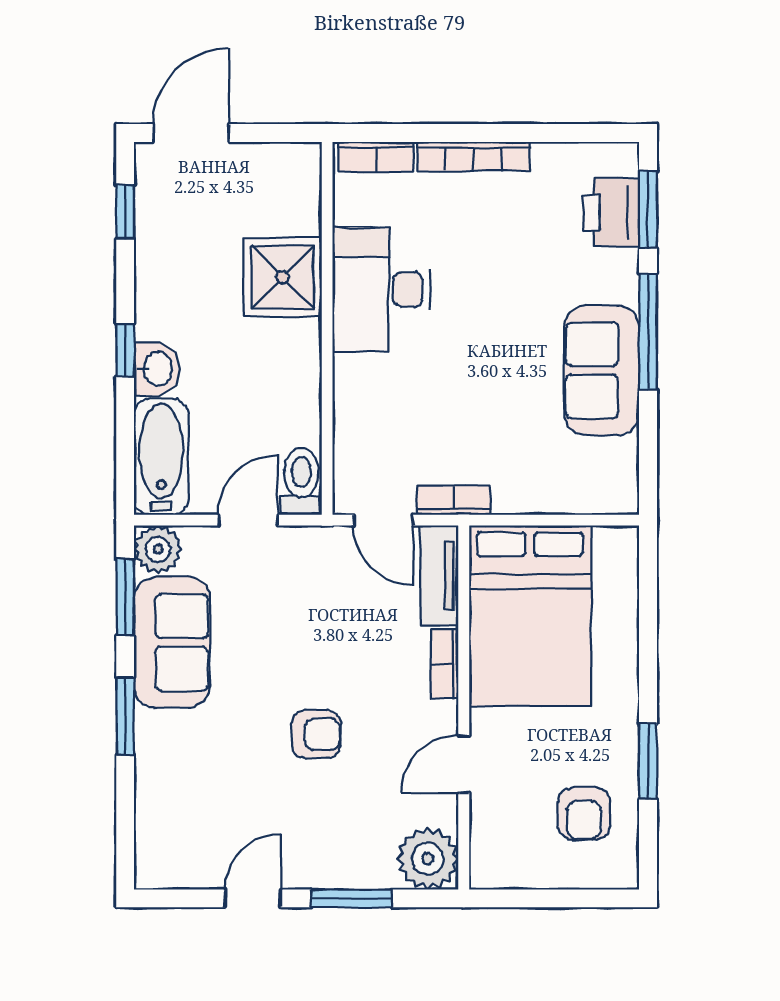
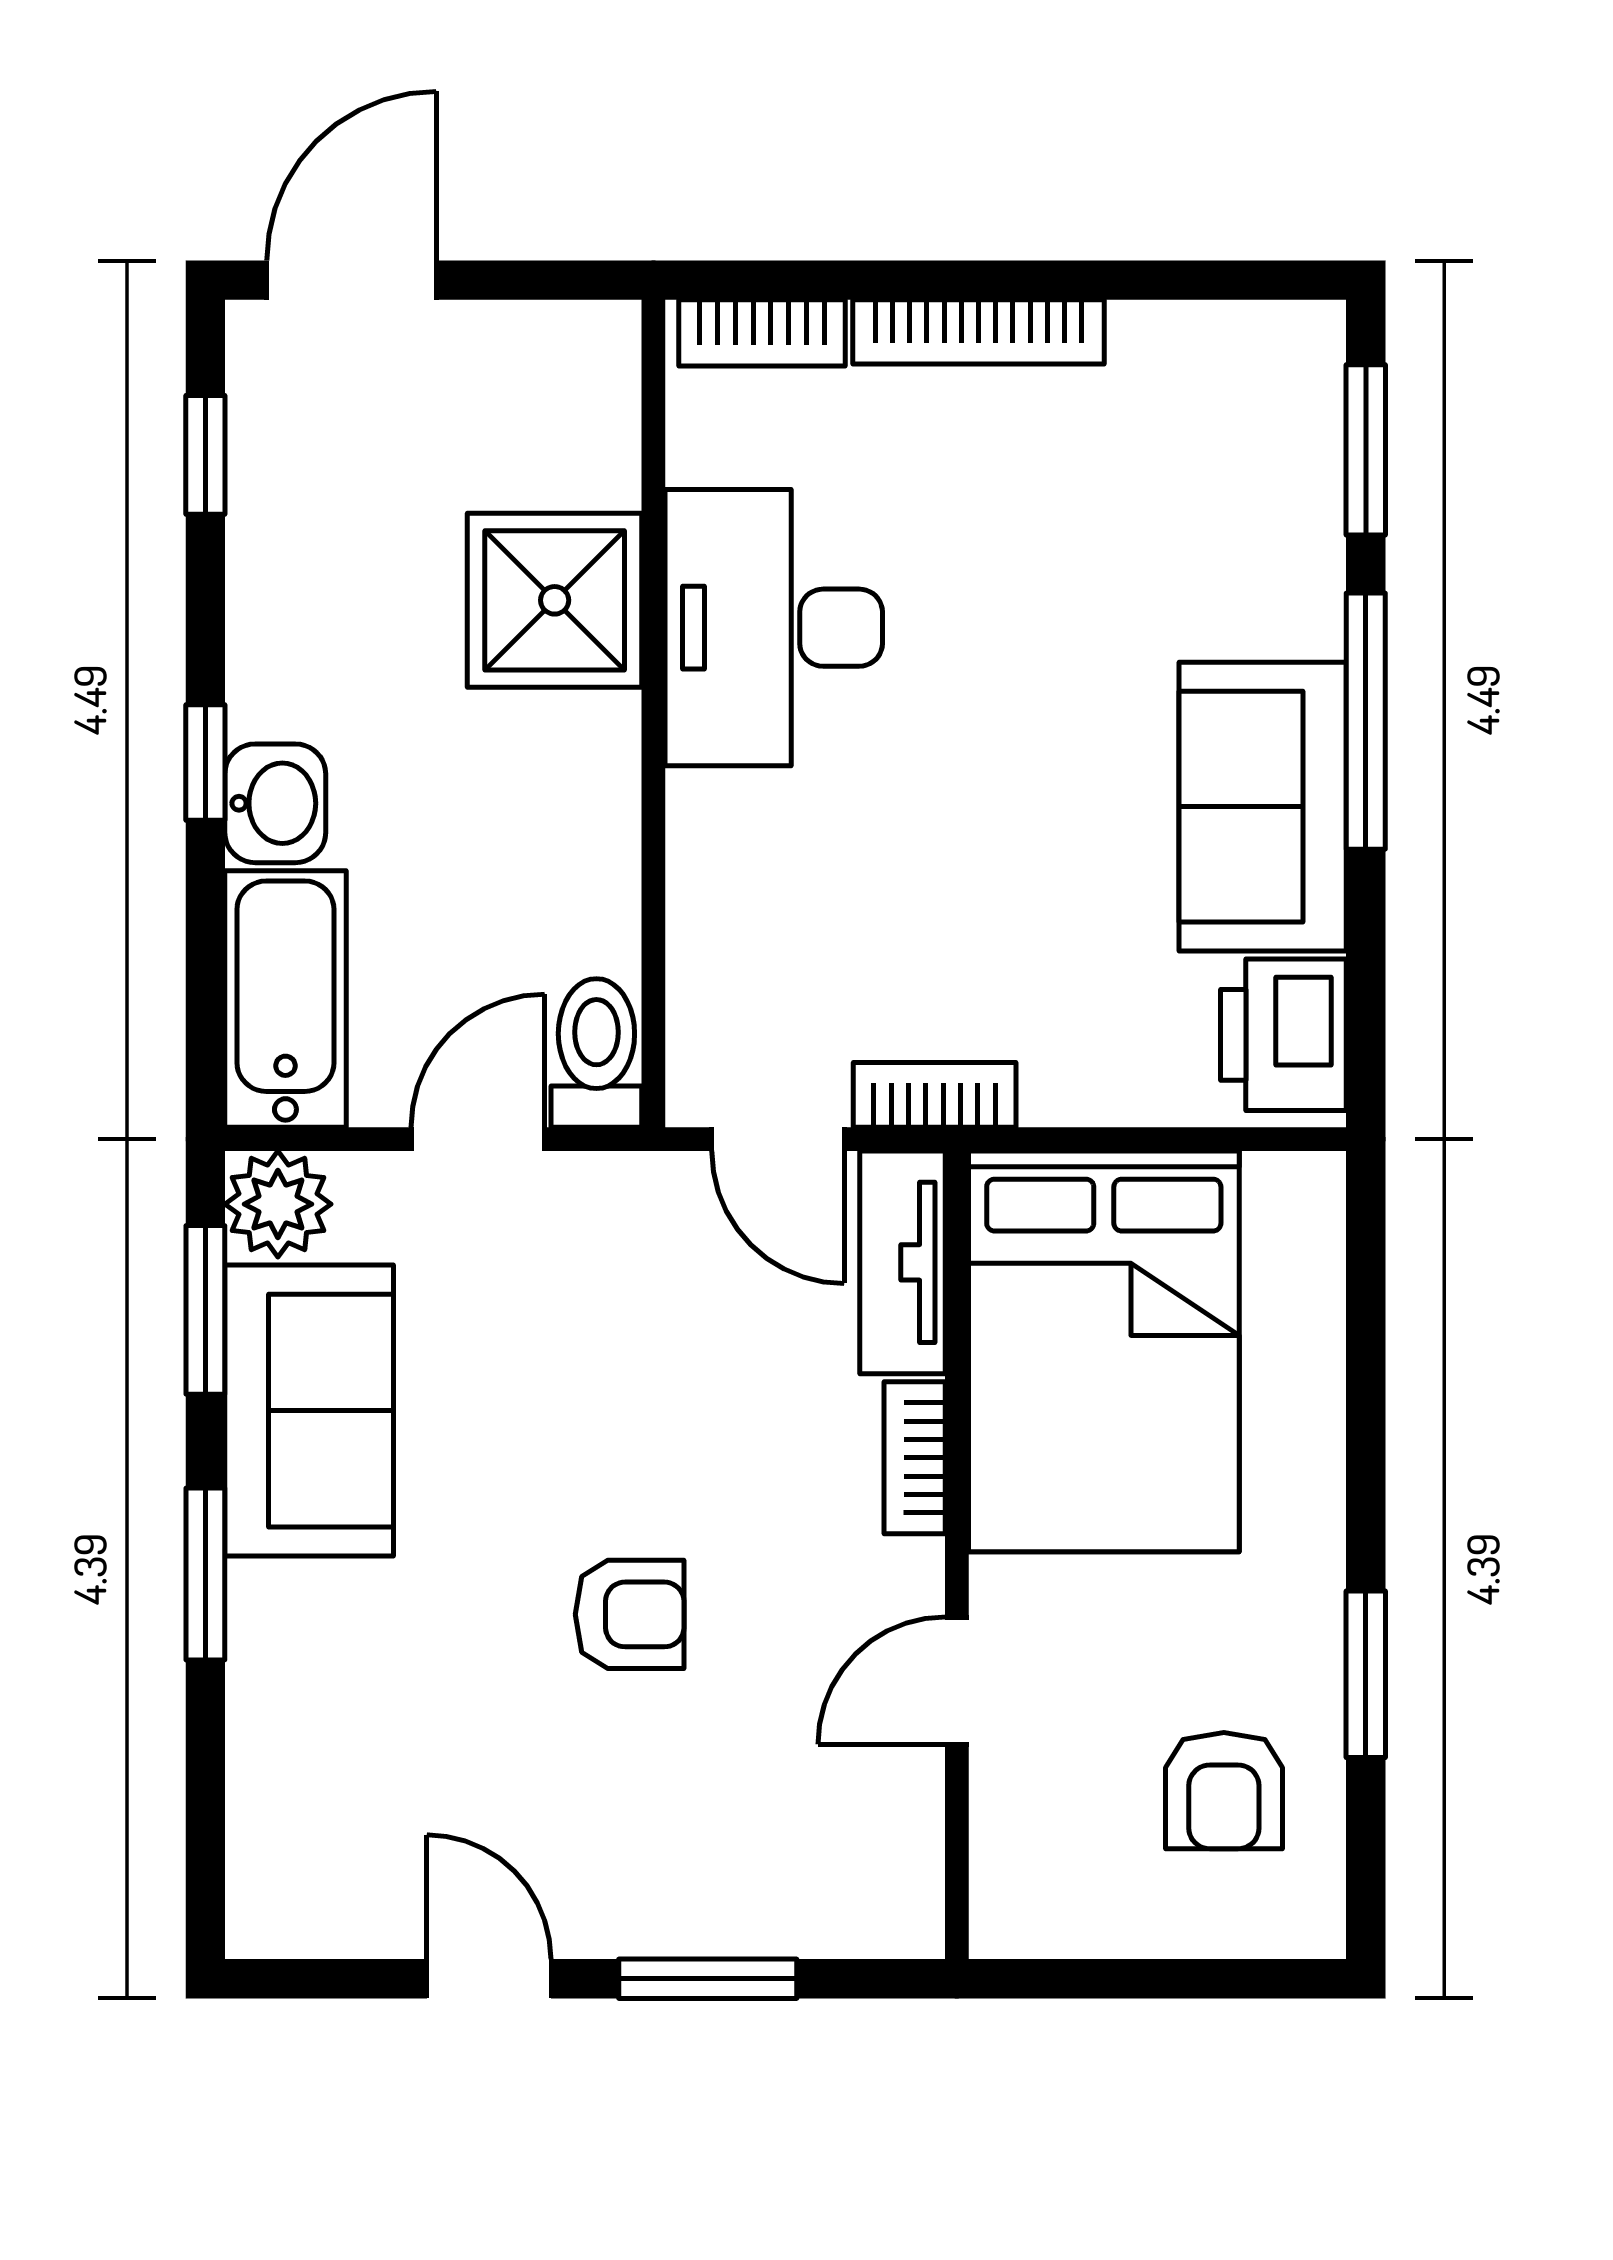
printer: (611, 213) -> (1283, 1035), moved
plant: (428, 859) -> (877, 1891), removed
door: (253, 898) -> (489, 1979), hinge flipped

